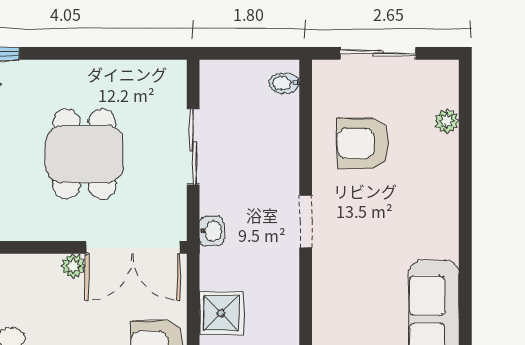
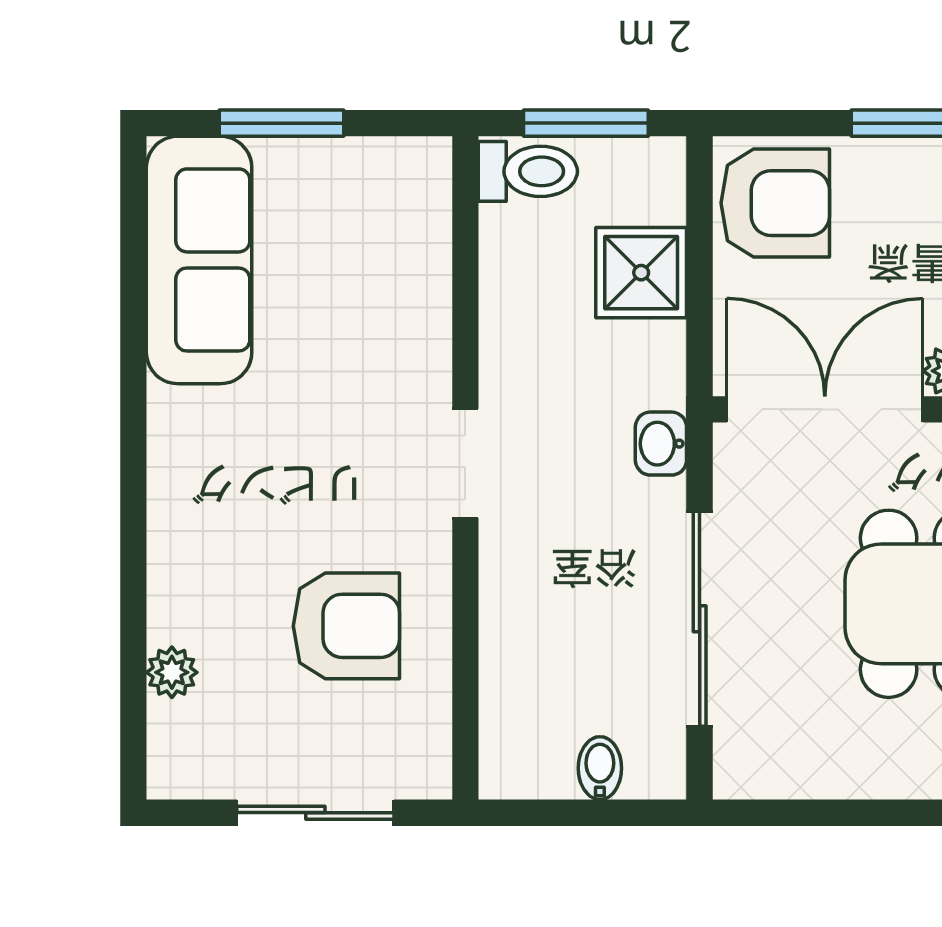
bidet: (284, 83) -> (600, 768), moved, turned -90
sliding door: (193, 147) -> (700, 619), width x1.37

